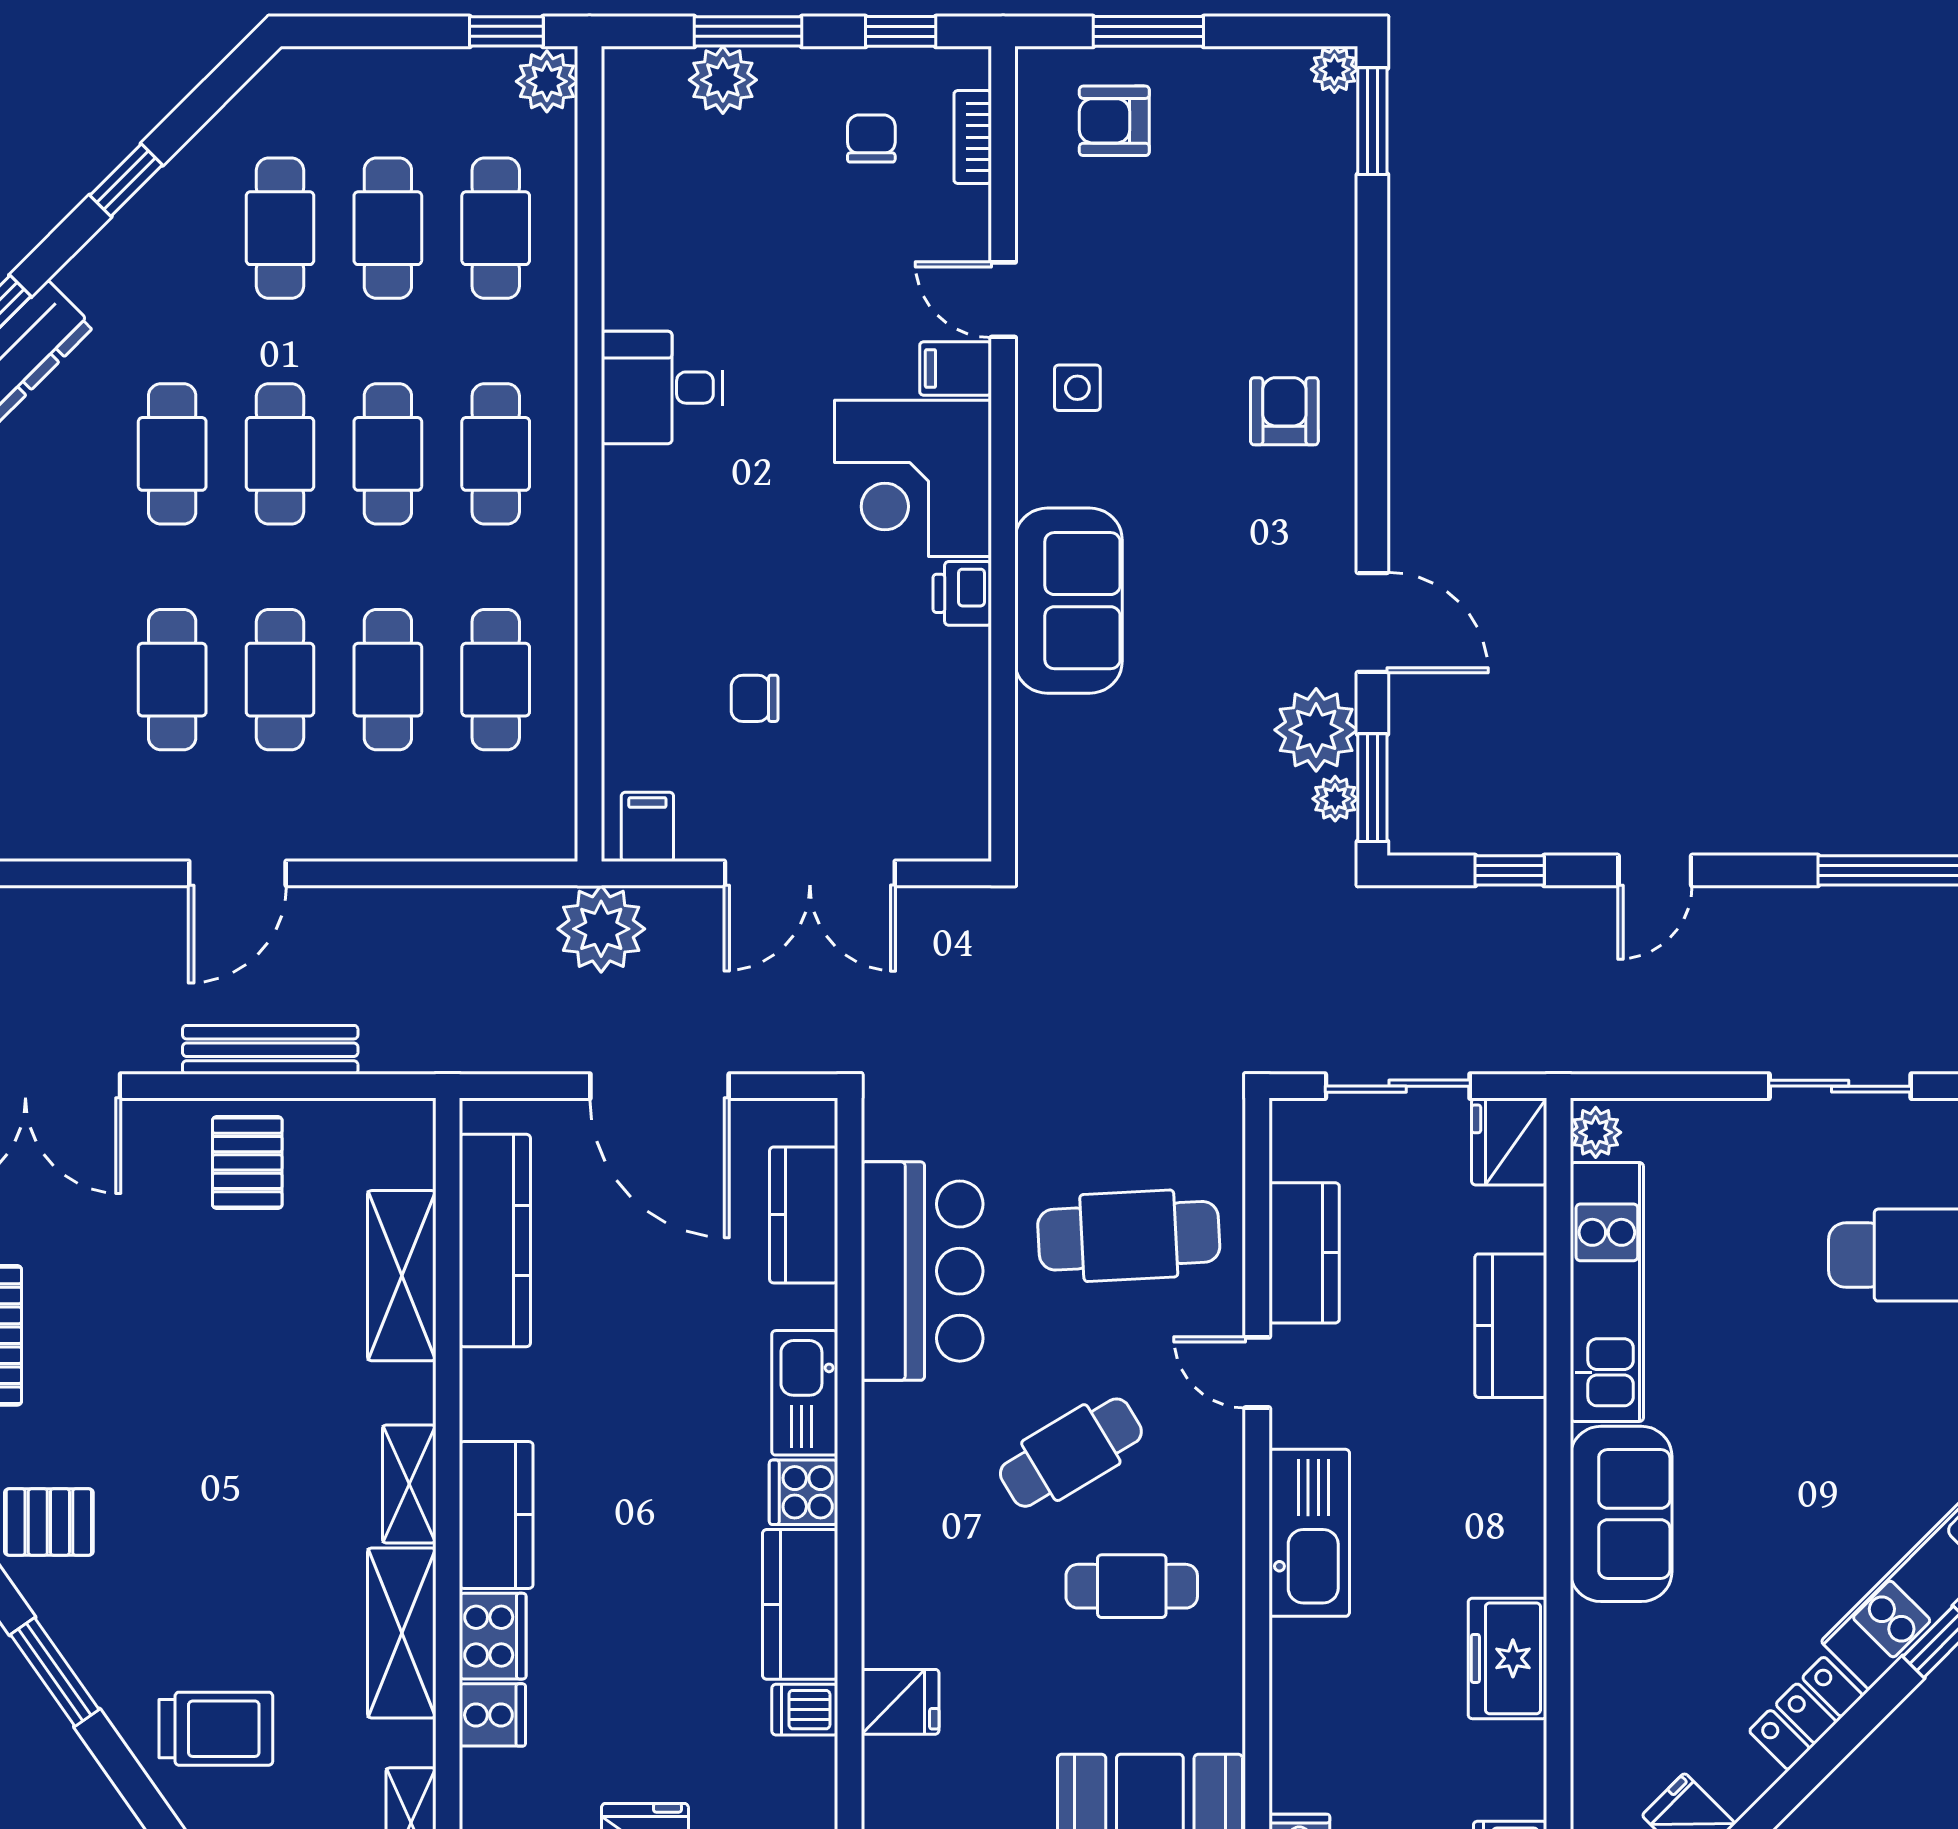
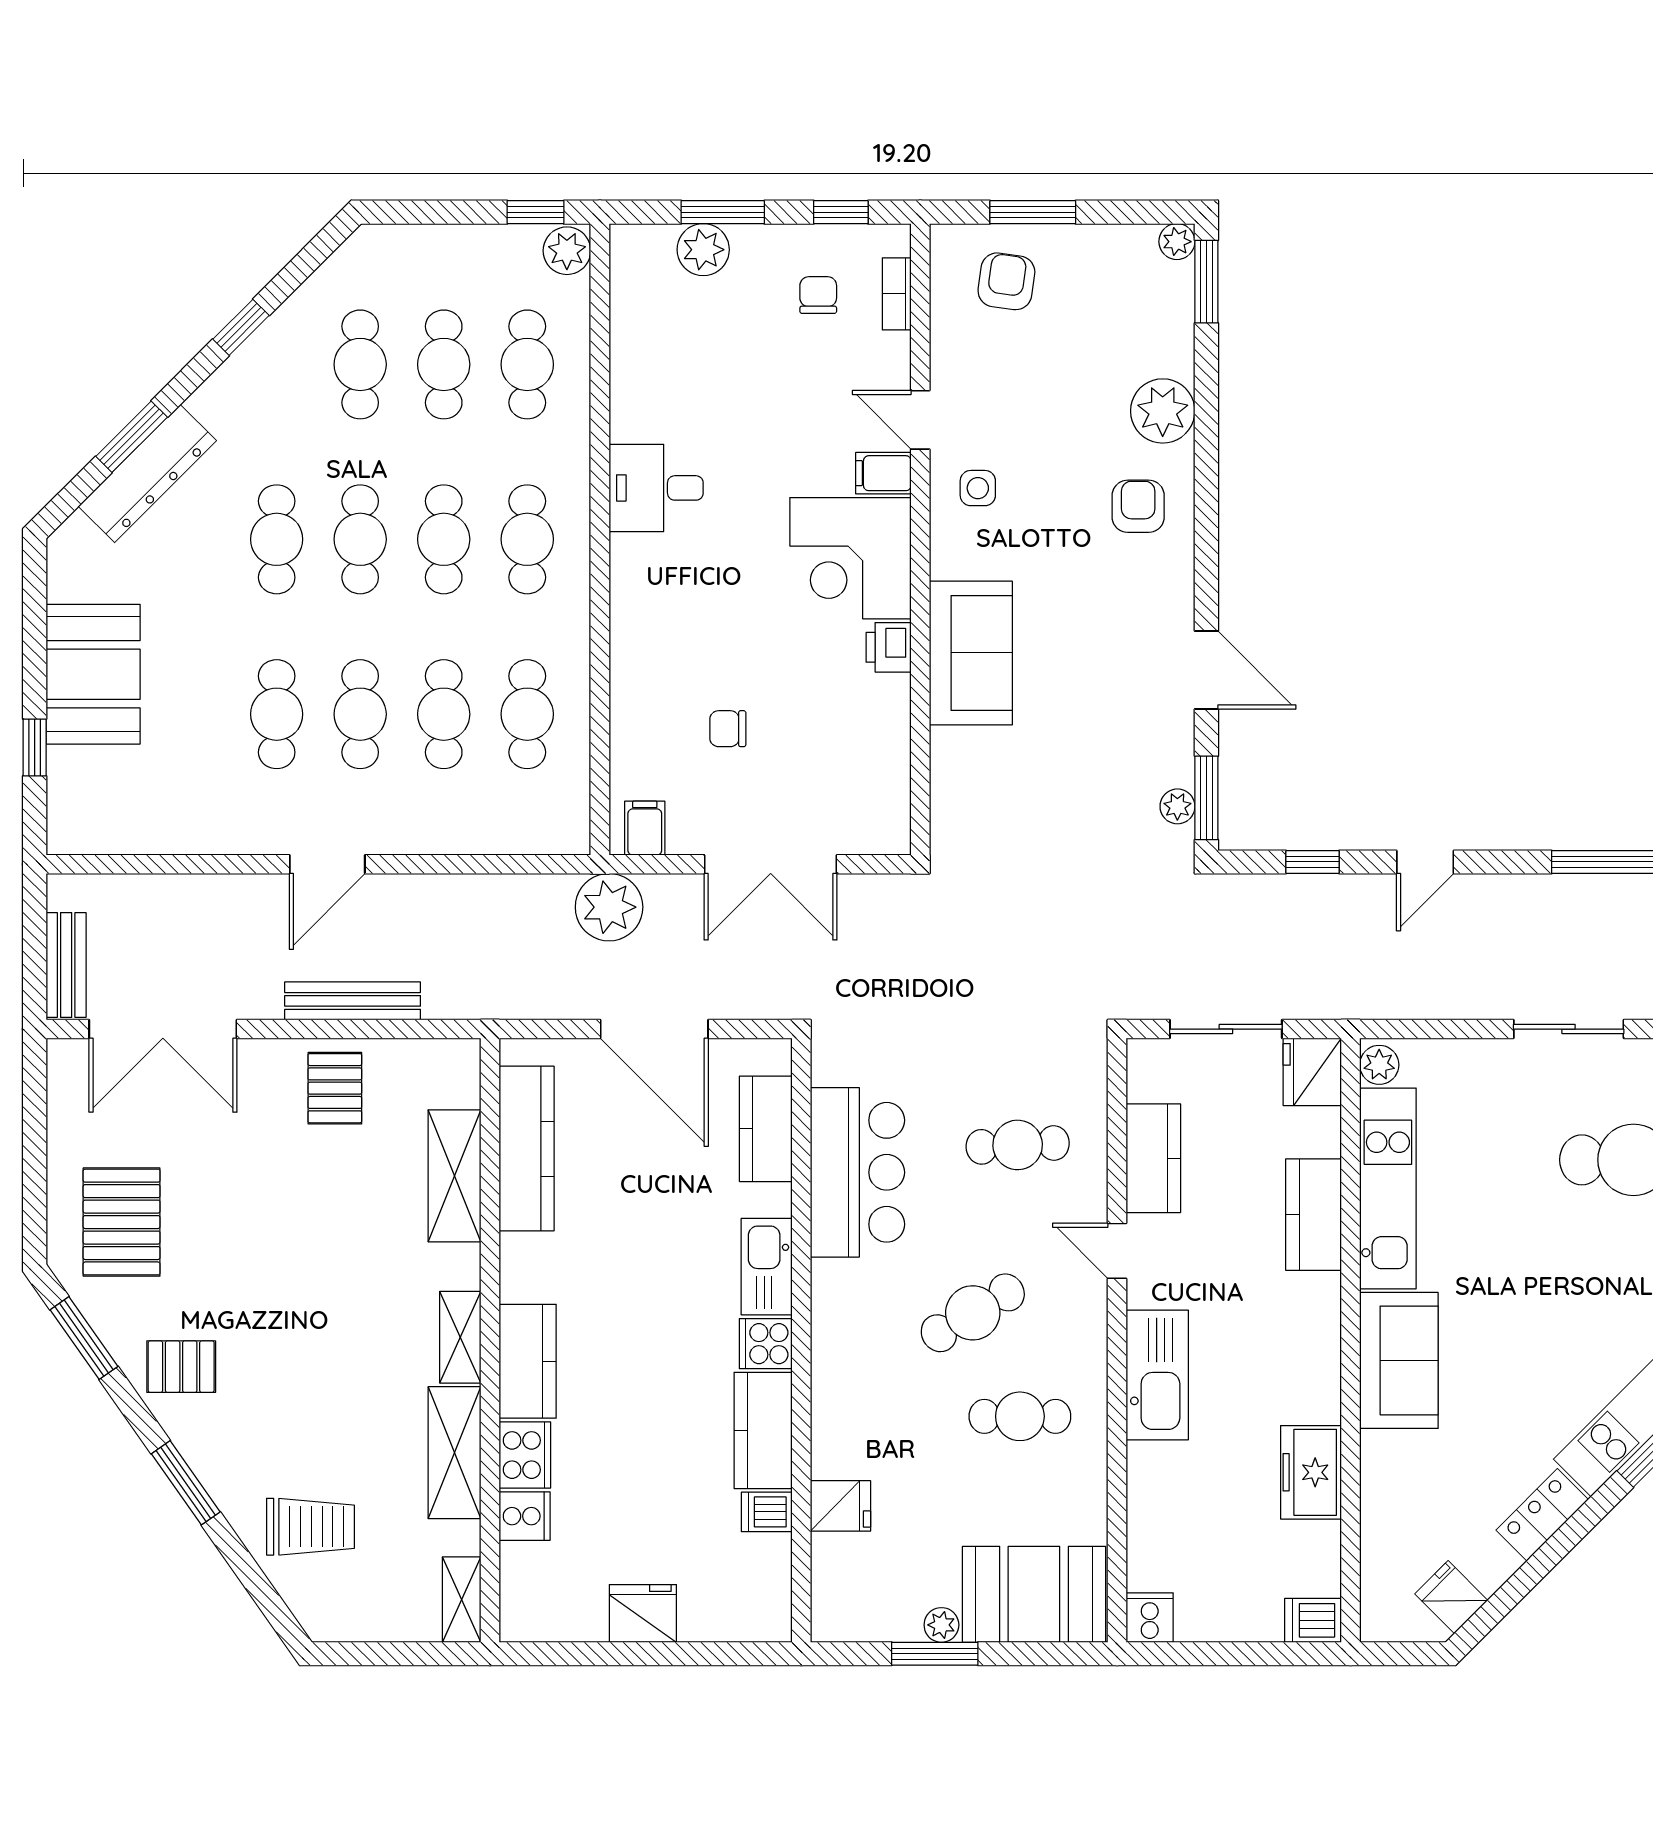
armchair: (1114, 121) -> (1006, 281), turned 98
plant: (1316, 730) -> (1163, 411), moved
cafe table: (1129, 1236) -> (1018, 1145), width x0.73, depth x0.74

